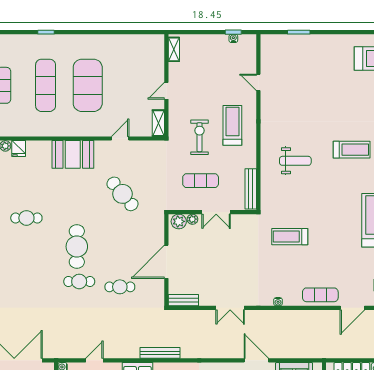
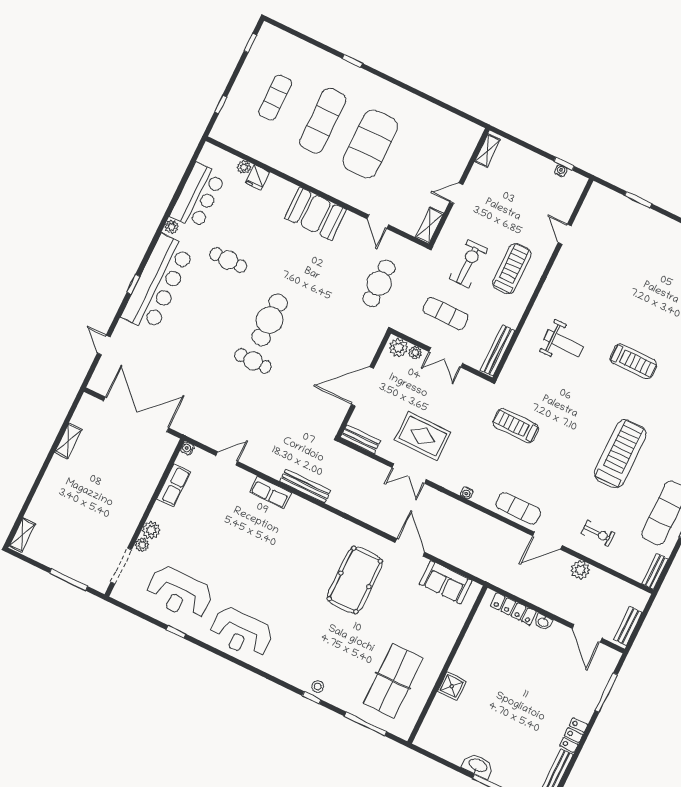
door: (120, 139) -> (378, 222), swing flipped
cafe table: (122, 194) -> (379, 283), moved, turned 40
rug: (227, 276) -> (423, 436), added
cafe table: (120, 287) -> (296, 389), removed

